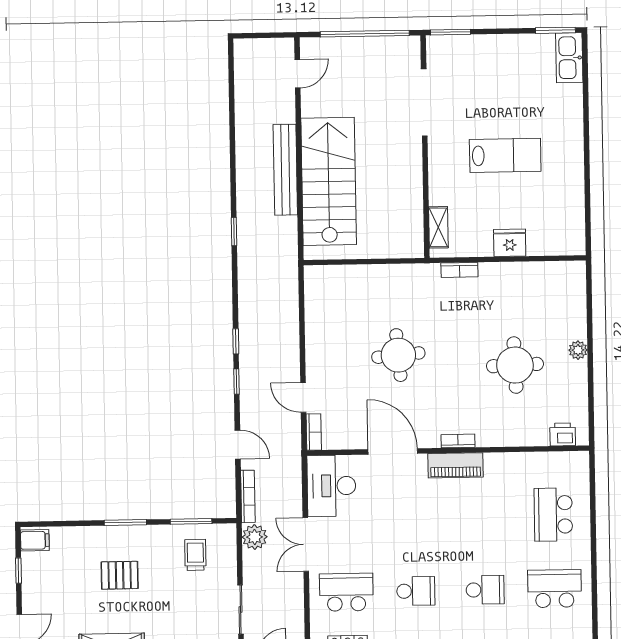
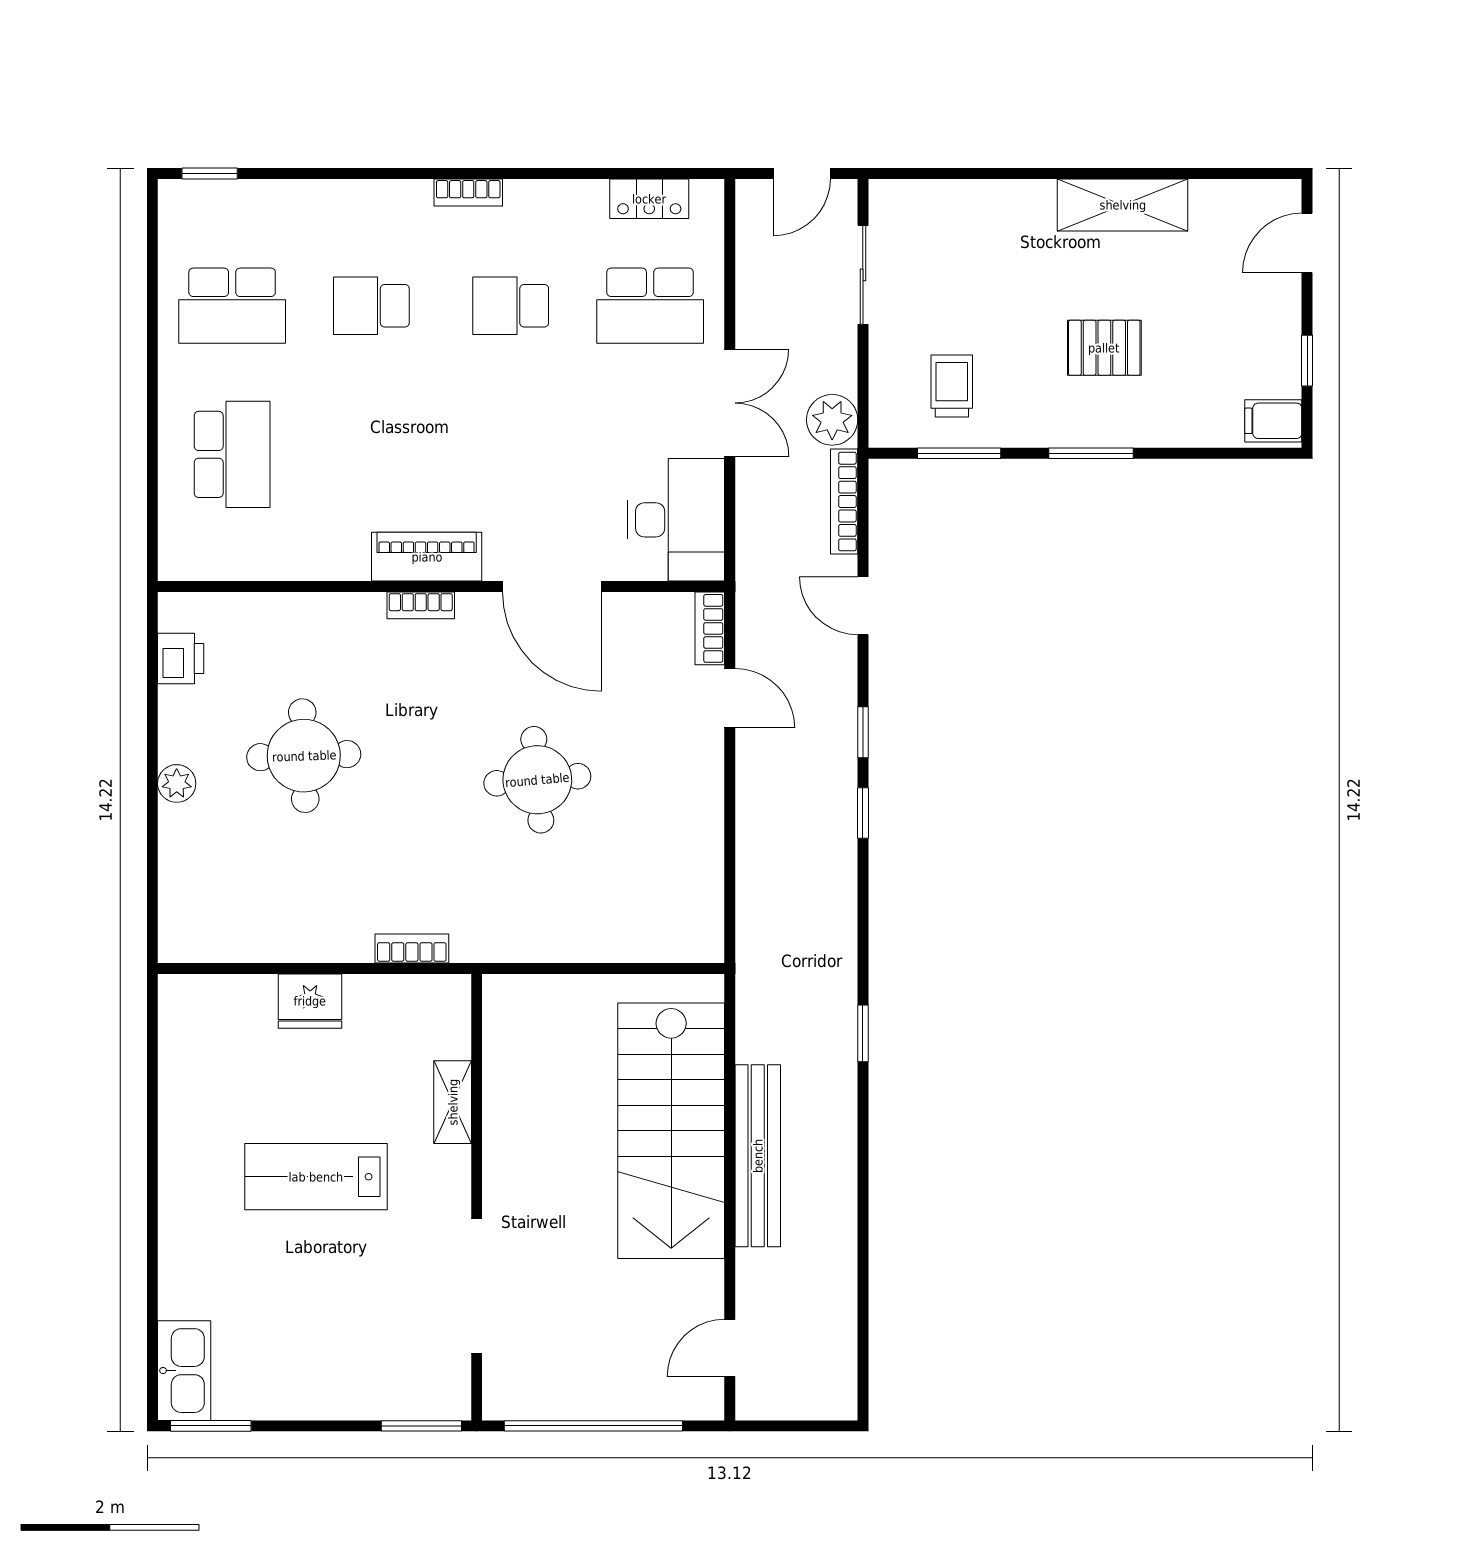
shelving: (438, 227) -> (453, 1102), moved
printer: (563, 434) -> (181, 659), moved, turned -90
trolley: (195, 555) -> (952, 386), turned 180

